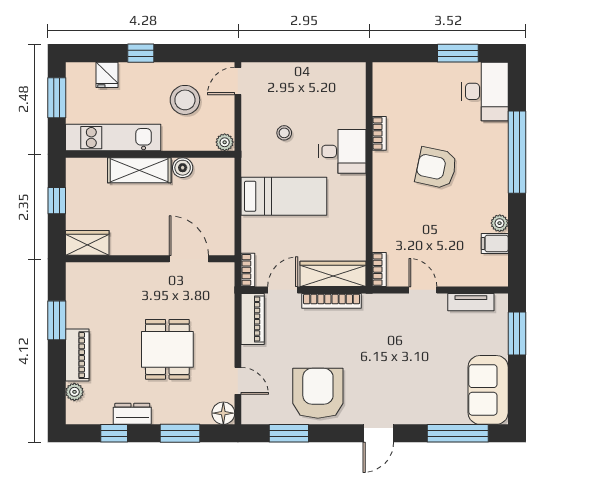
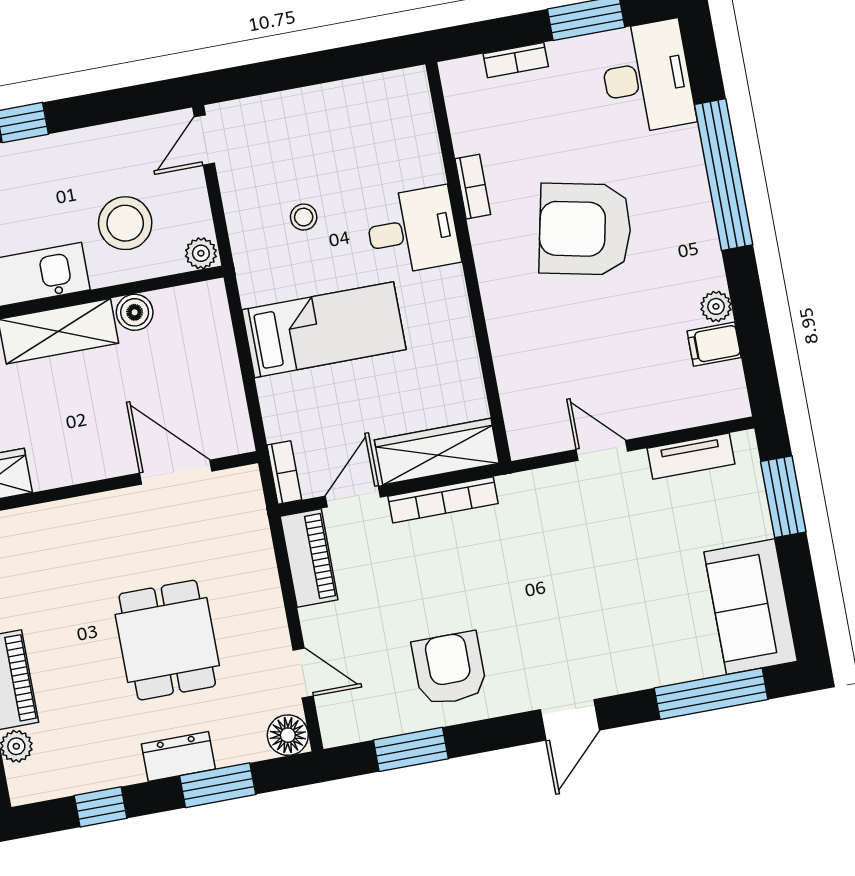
stool: (185, 100) -> (125, 223), moved
armchair: (436, 168) -> (585, 229), width x1.36, depth x1.36
bookcase: (379, 269) -> (516, 60), moved, turned 90
armchair: (318, 393) -> (449, 669), width x0.73, depth x0.73
dresser: (132, 414) -> (178, 757), moved

